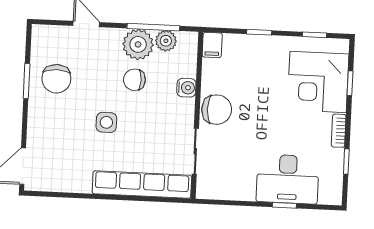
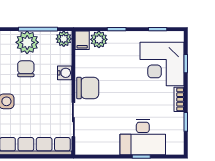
plant: (166, 41) -> (64, 39), moved
plant: (235, 45) -> (99, 39), added
chair: (134, 80) -> (26, 69), turned 90

